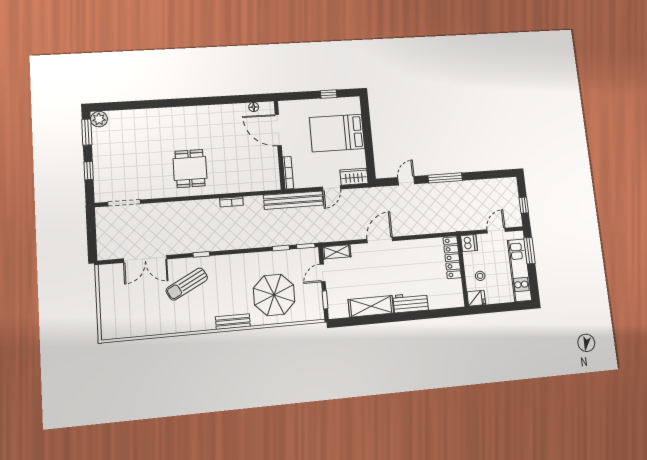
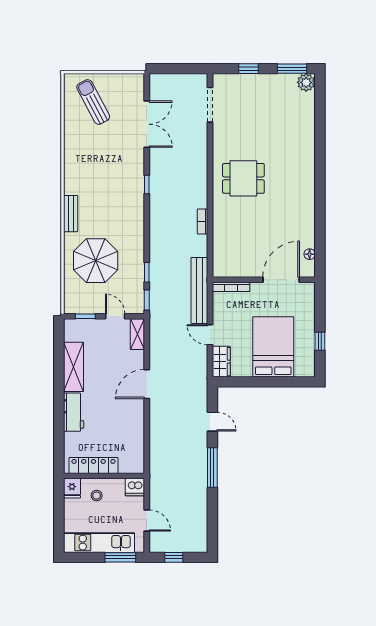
door: (380, 240) -> (147, 384), swing flipped
locker: (452, 258) -> (93, 465), moved
double door: (145, 259) -> (147, 124), swing flipped
sun lounger: (187, 284) -> (93, 102), moved

